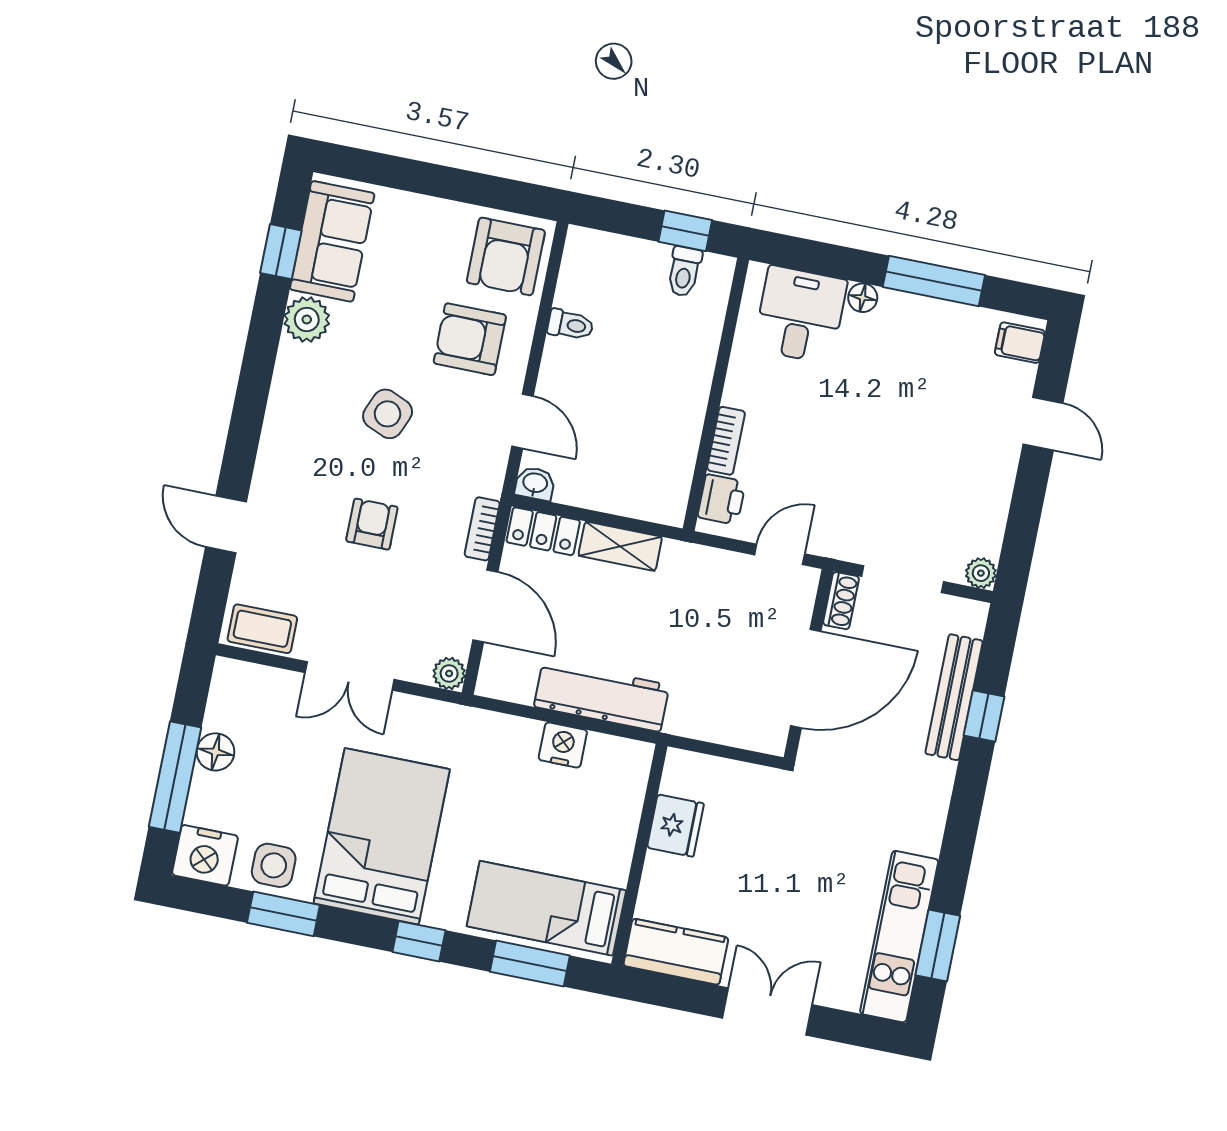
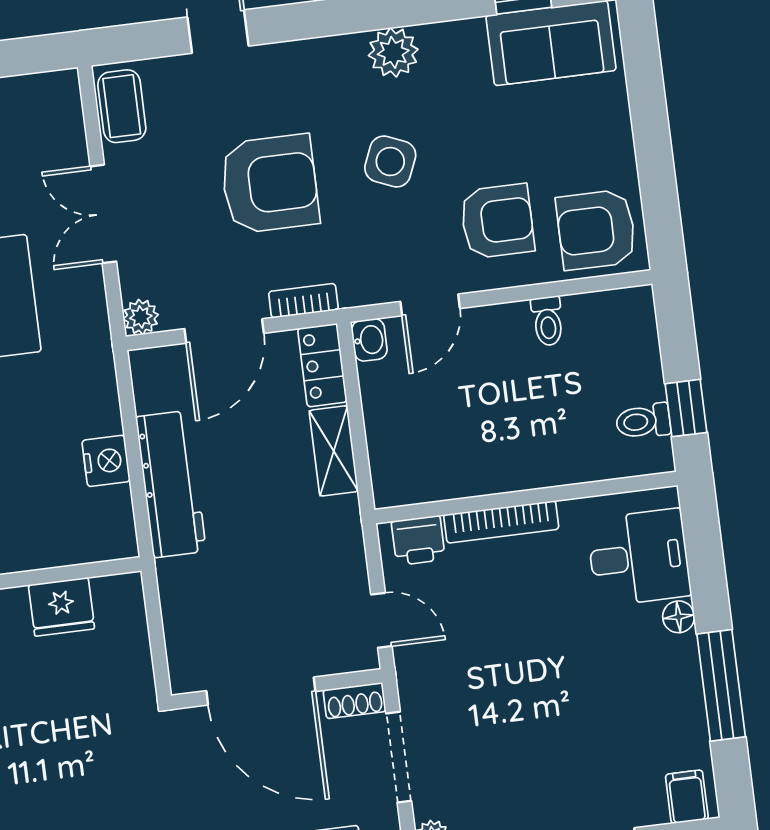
plant: (307, 319) -> (393, 52), moved
armchair: (470, 339) -> (497, 221), turned 90
bookcase: (726, 441) -> (501, 522), width x1.56
armchair: (372, 524) -> (270, 184), width x1.88, depth x1.88

